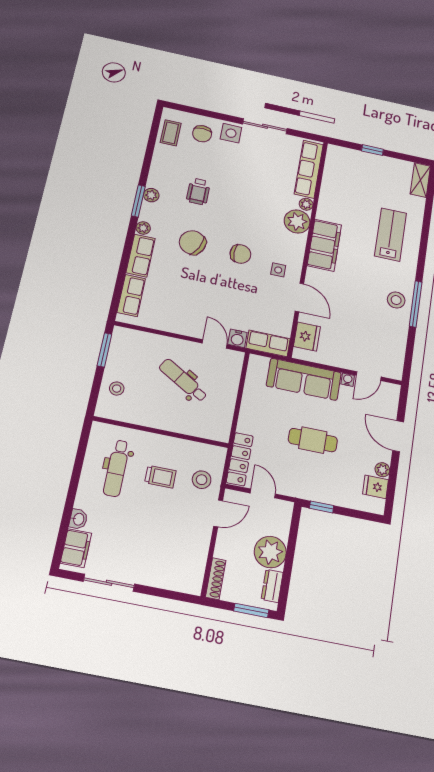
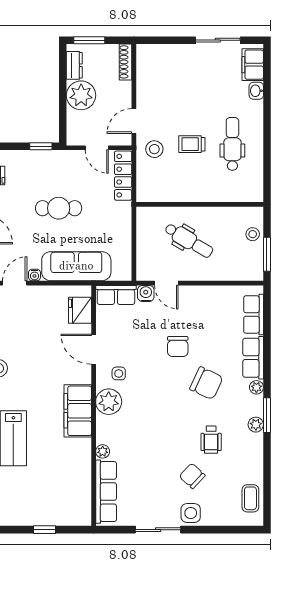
chair: (202, 134) -> (192, 476), moved, turned -47
wheelchair: (198, 191) -> (211, 440), turned 180
plant: (297, 221) -> (109, 402), moved
chair: (240, 254) -> (178, 347), moved, turned -90
stool: (117, 389) -> (253, 234), moved
wall: (161, 432) -> (200, 204), moved

